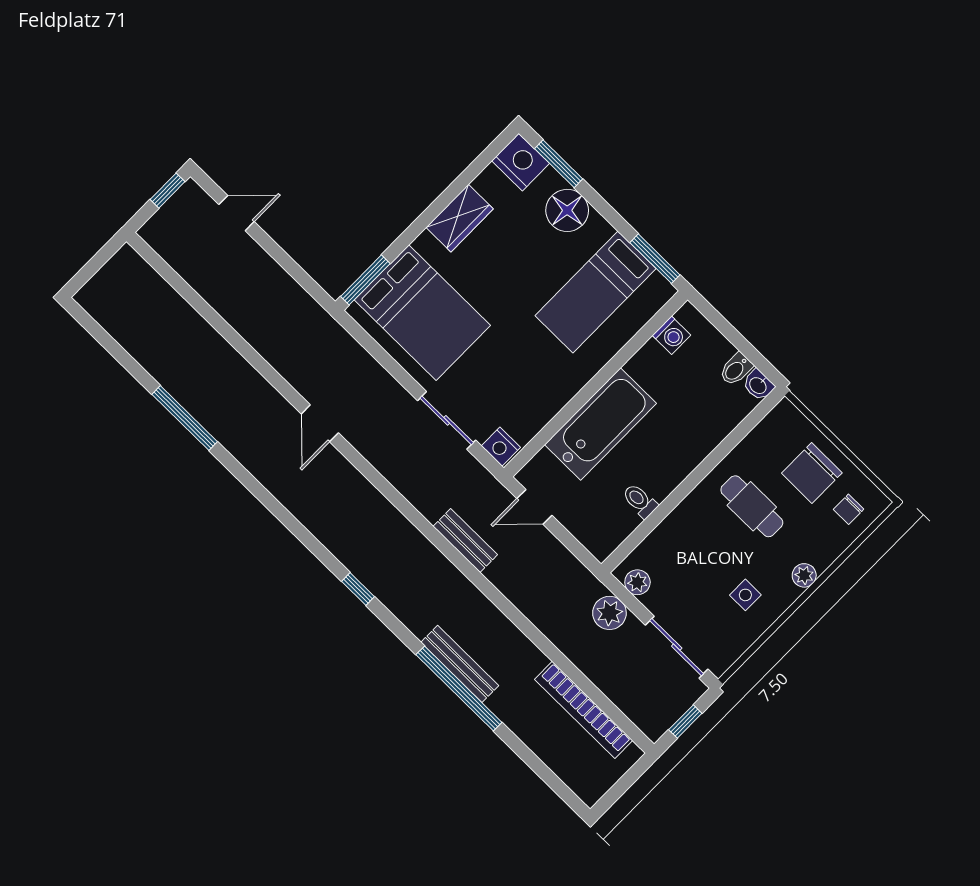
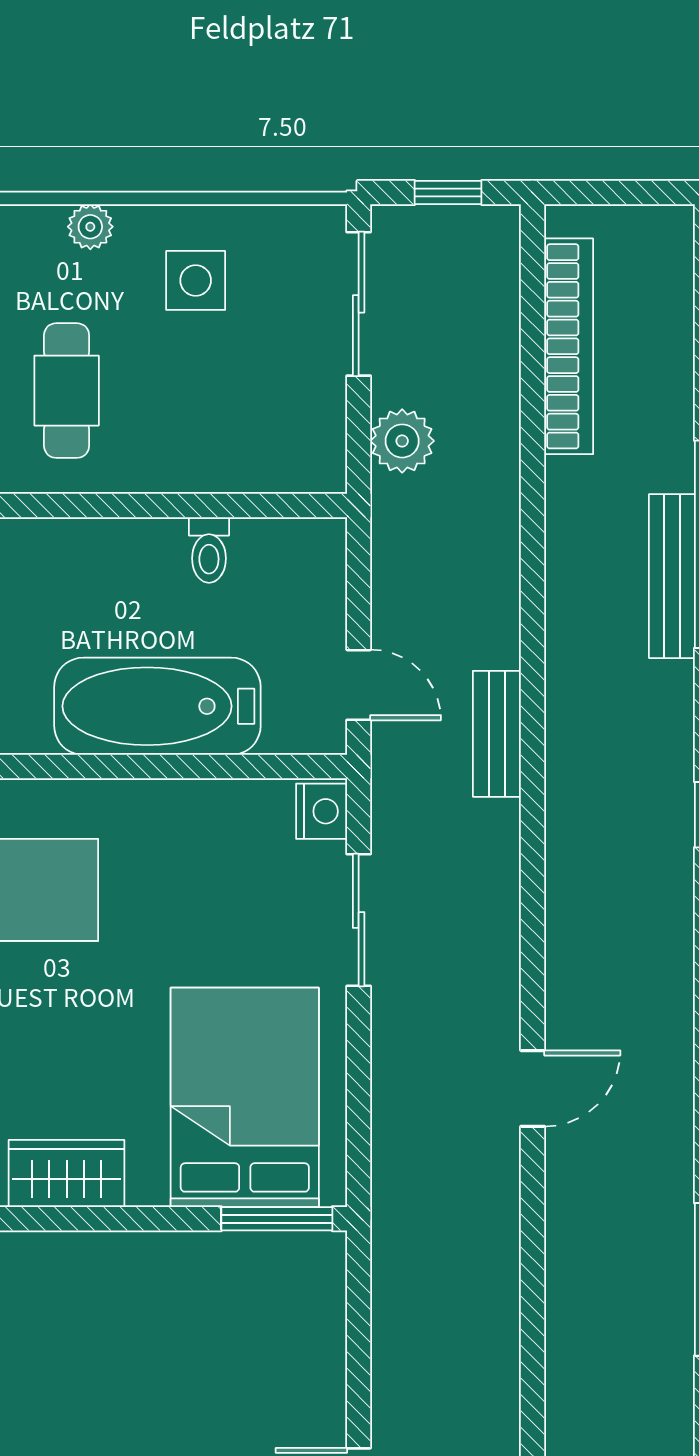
plant: (637, 582) -> (323, 444), removed
side table: (745, 595) -> (196, 280), width x1.37, depth x1.37

